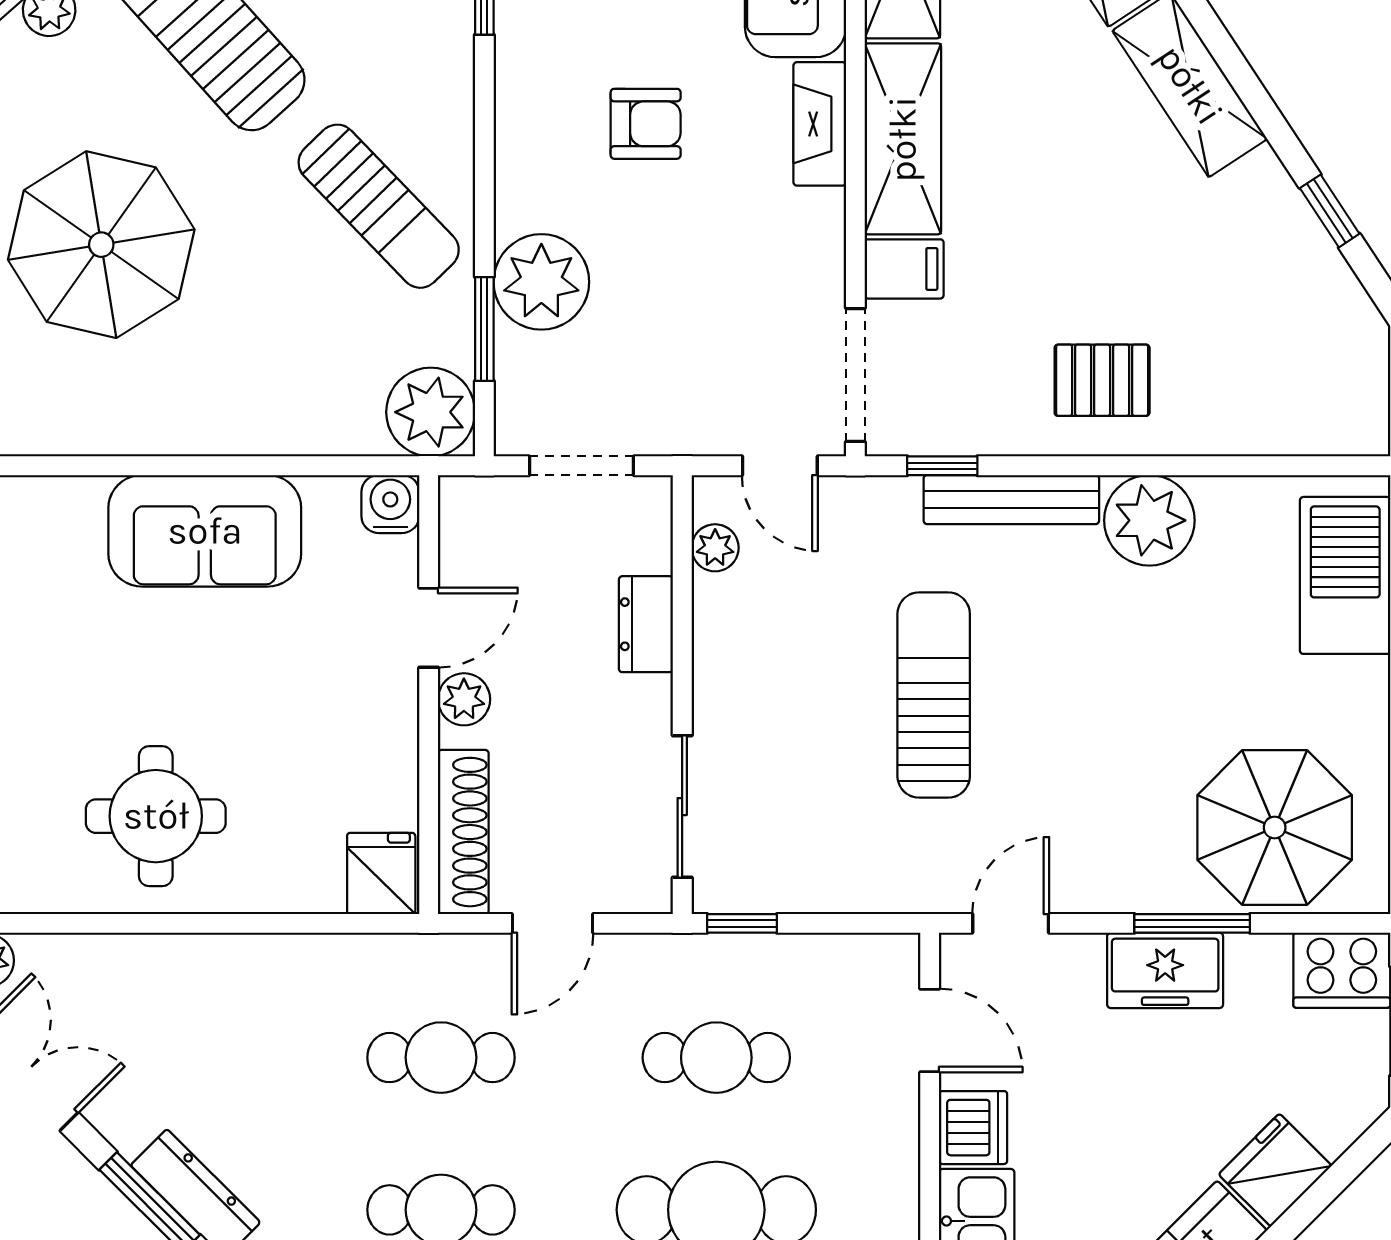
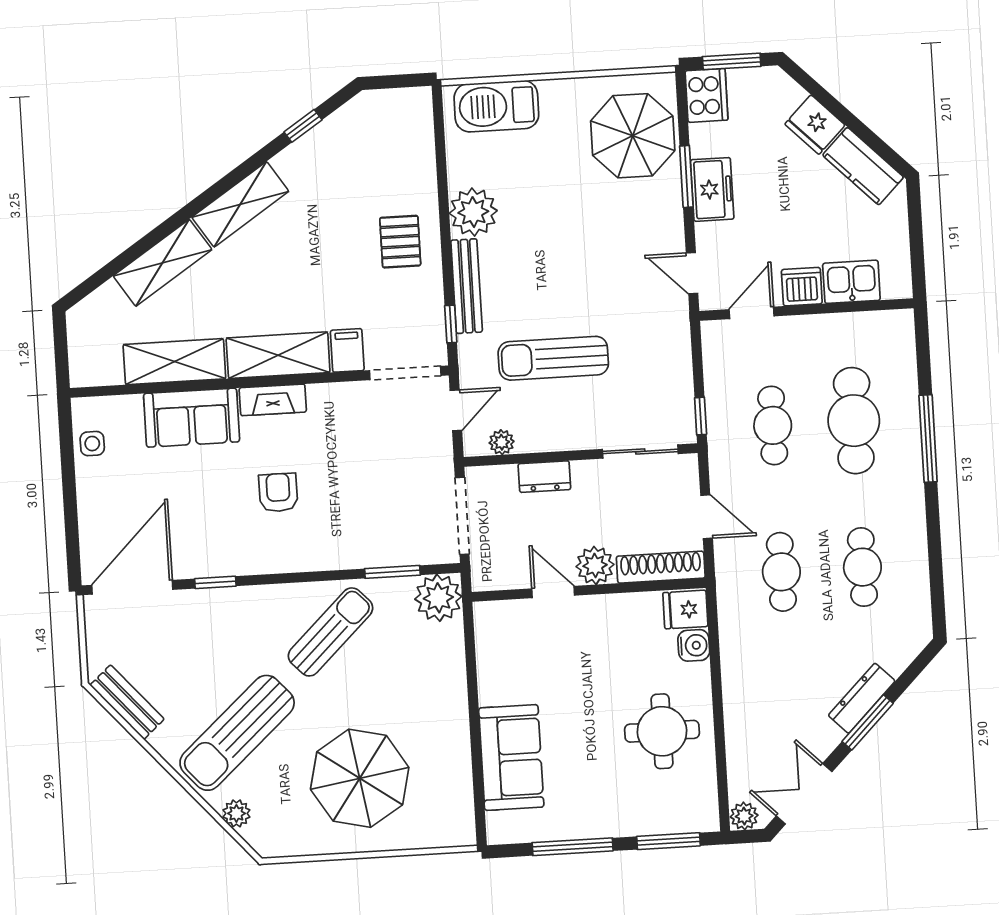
plant: (541, 282) -> (366, 543), removed
doorway: (582, 466) -> (462, 516), width x1.38
water cooler: (390, 504) -> (694, 645), moved, turned 180
sofa: (205, 531) -> (511, 757), moved
sun lounger: (934, 695) -> (553, 358), moved
plant: (464, 699) -> (595, 565), width x1.38, depth x1.38

